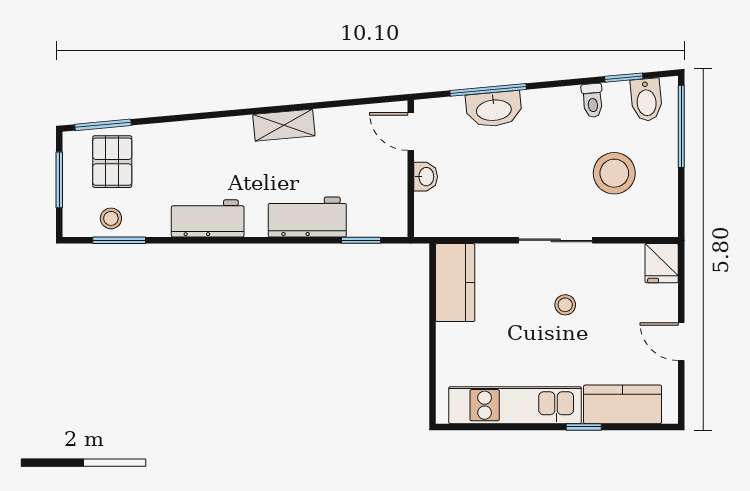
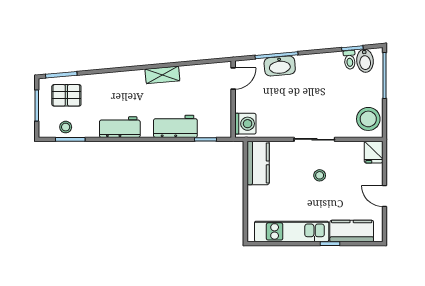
toilet: (592, 100) -> (350, 60), moved
door: (411, 131) -> (233, 78), swing flipped
pallet: (112, 162) -> (66, 95), turned 90
stool: (614, 173) -> (368, 119), moved
washbasin: (426, 177) -> (242, 104), removed
washing machine: (433, 212) -> (245, 124), added

